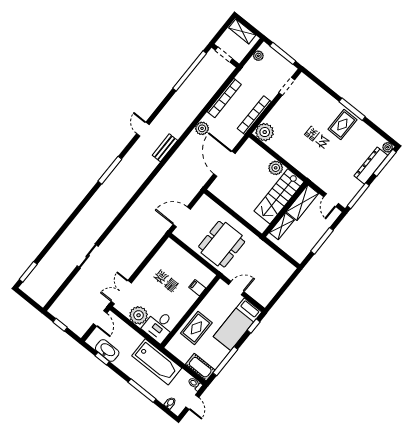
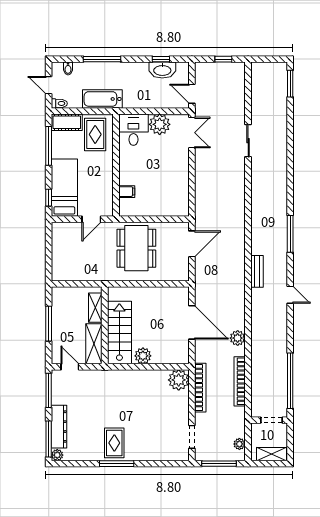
bench: (165, 148) -> (257, 271), moved
rug: (196, 328) -> (95, 134), moved
bathtub: (157, 362) -> (102, 99), width x0.73, depth x0.73

